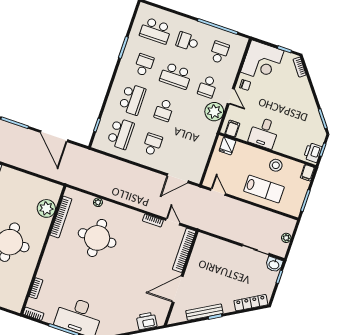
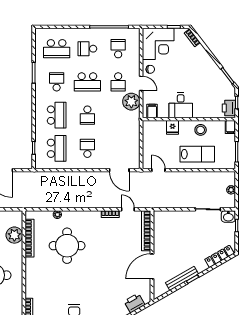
fridge: (227, 146) -> (173, 127), moved
door: (178, 178) -> (119, 170), hinge flipped

